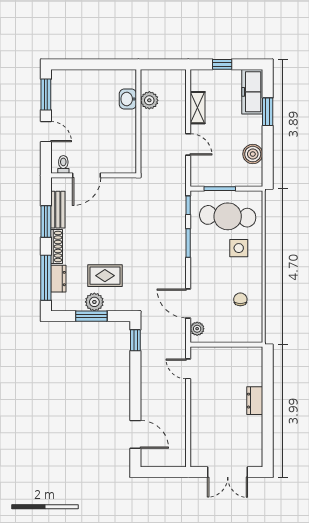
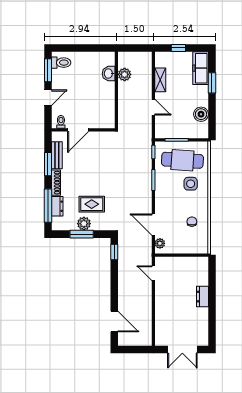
toilet: (64, 84) -> (61, 63), added
door: (46, 132) -> (48, 98), hinge flipped

